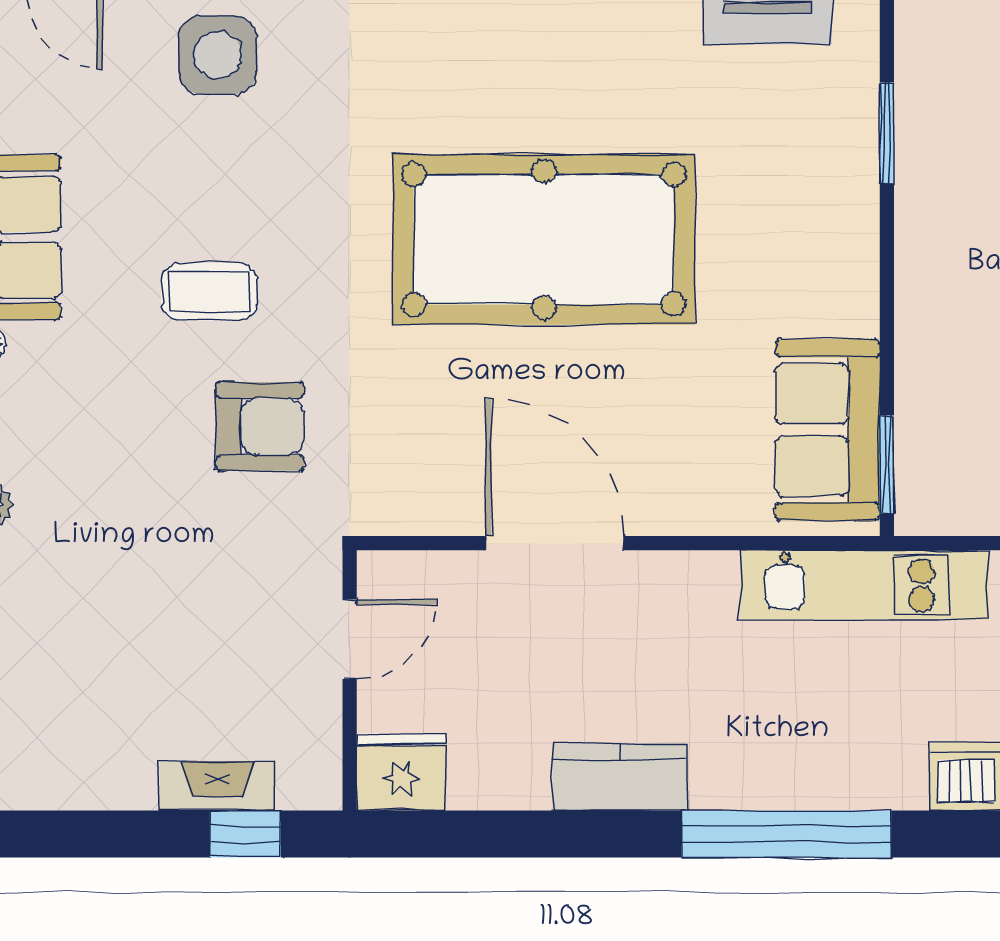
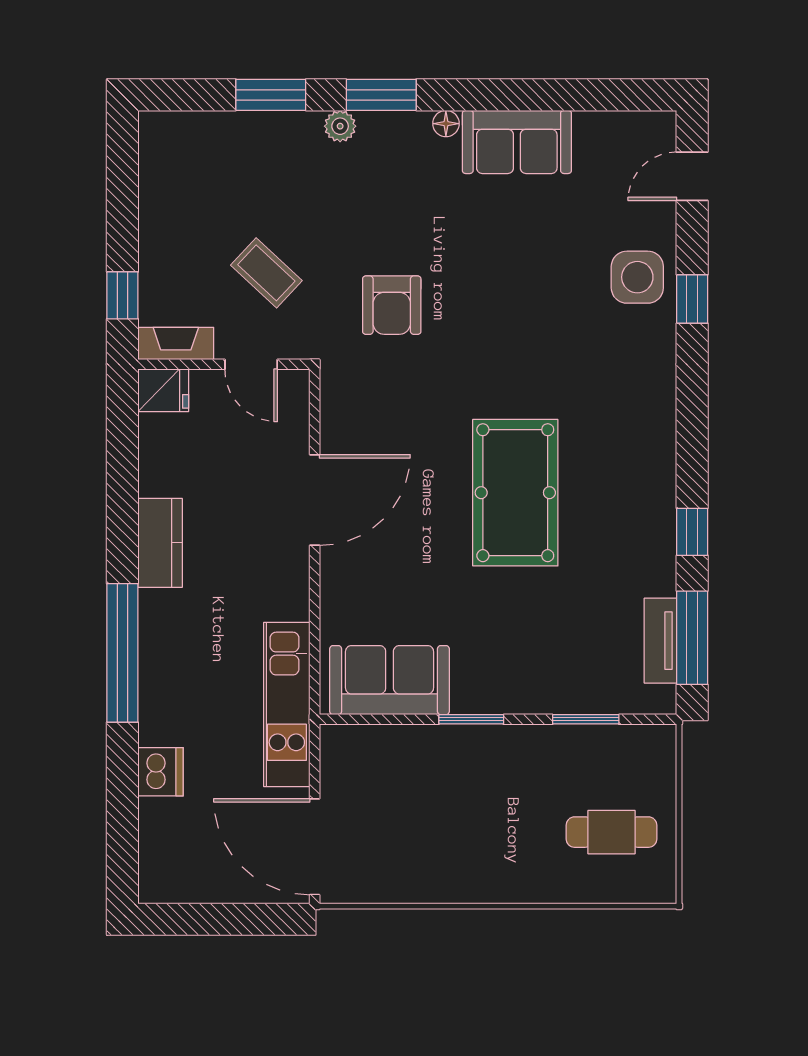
pool table: (544, 239) -> (515, 493), width x0.73, depth x0.76
coffee table: (209, 292) -> (266, 273), moved, turned -47
window: (887, 465) -> (471, 719), moved
fridge: (401, 772) -> (163, 390), width x0.72
fireplace: (217, 786) -> (176, 343), moved, turned -90

